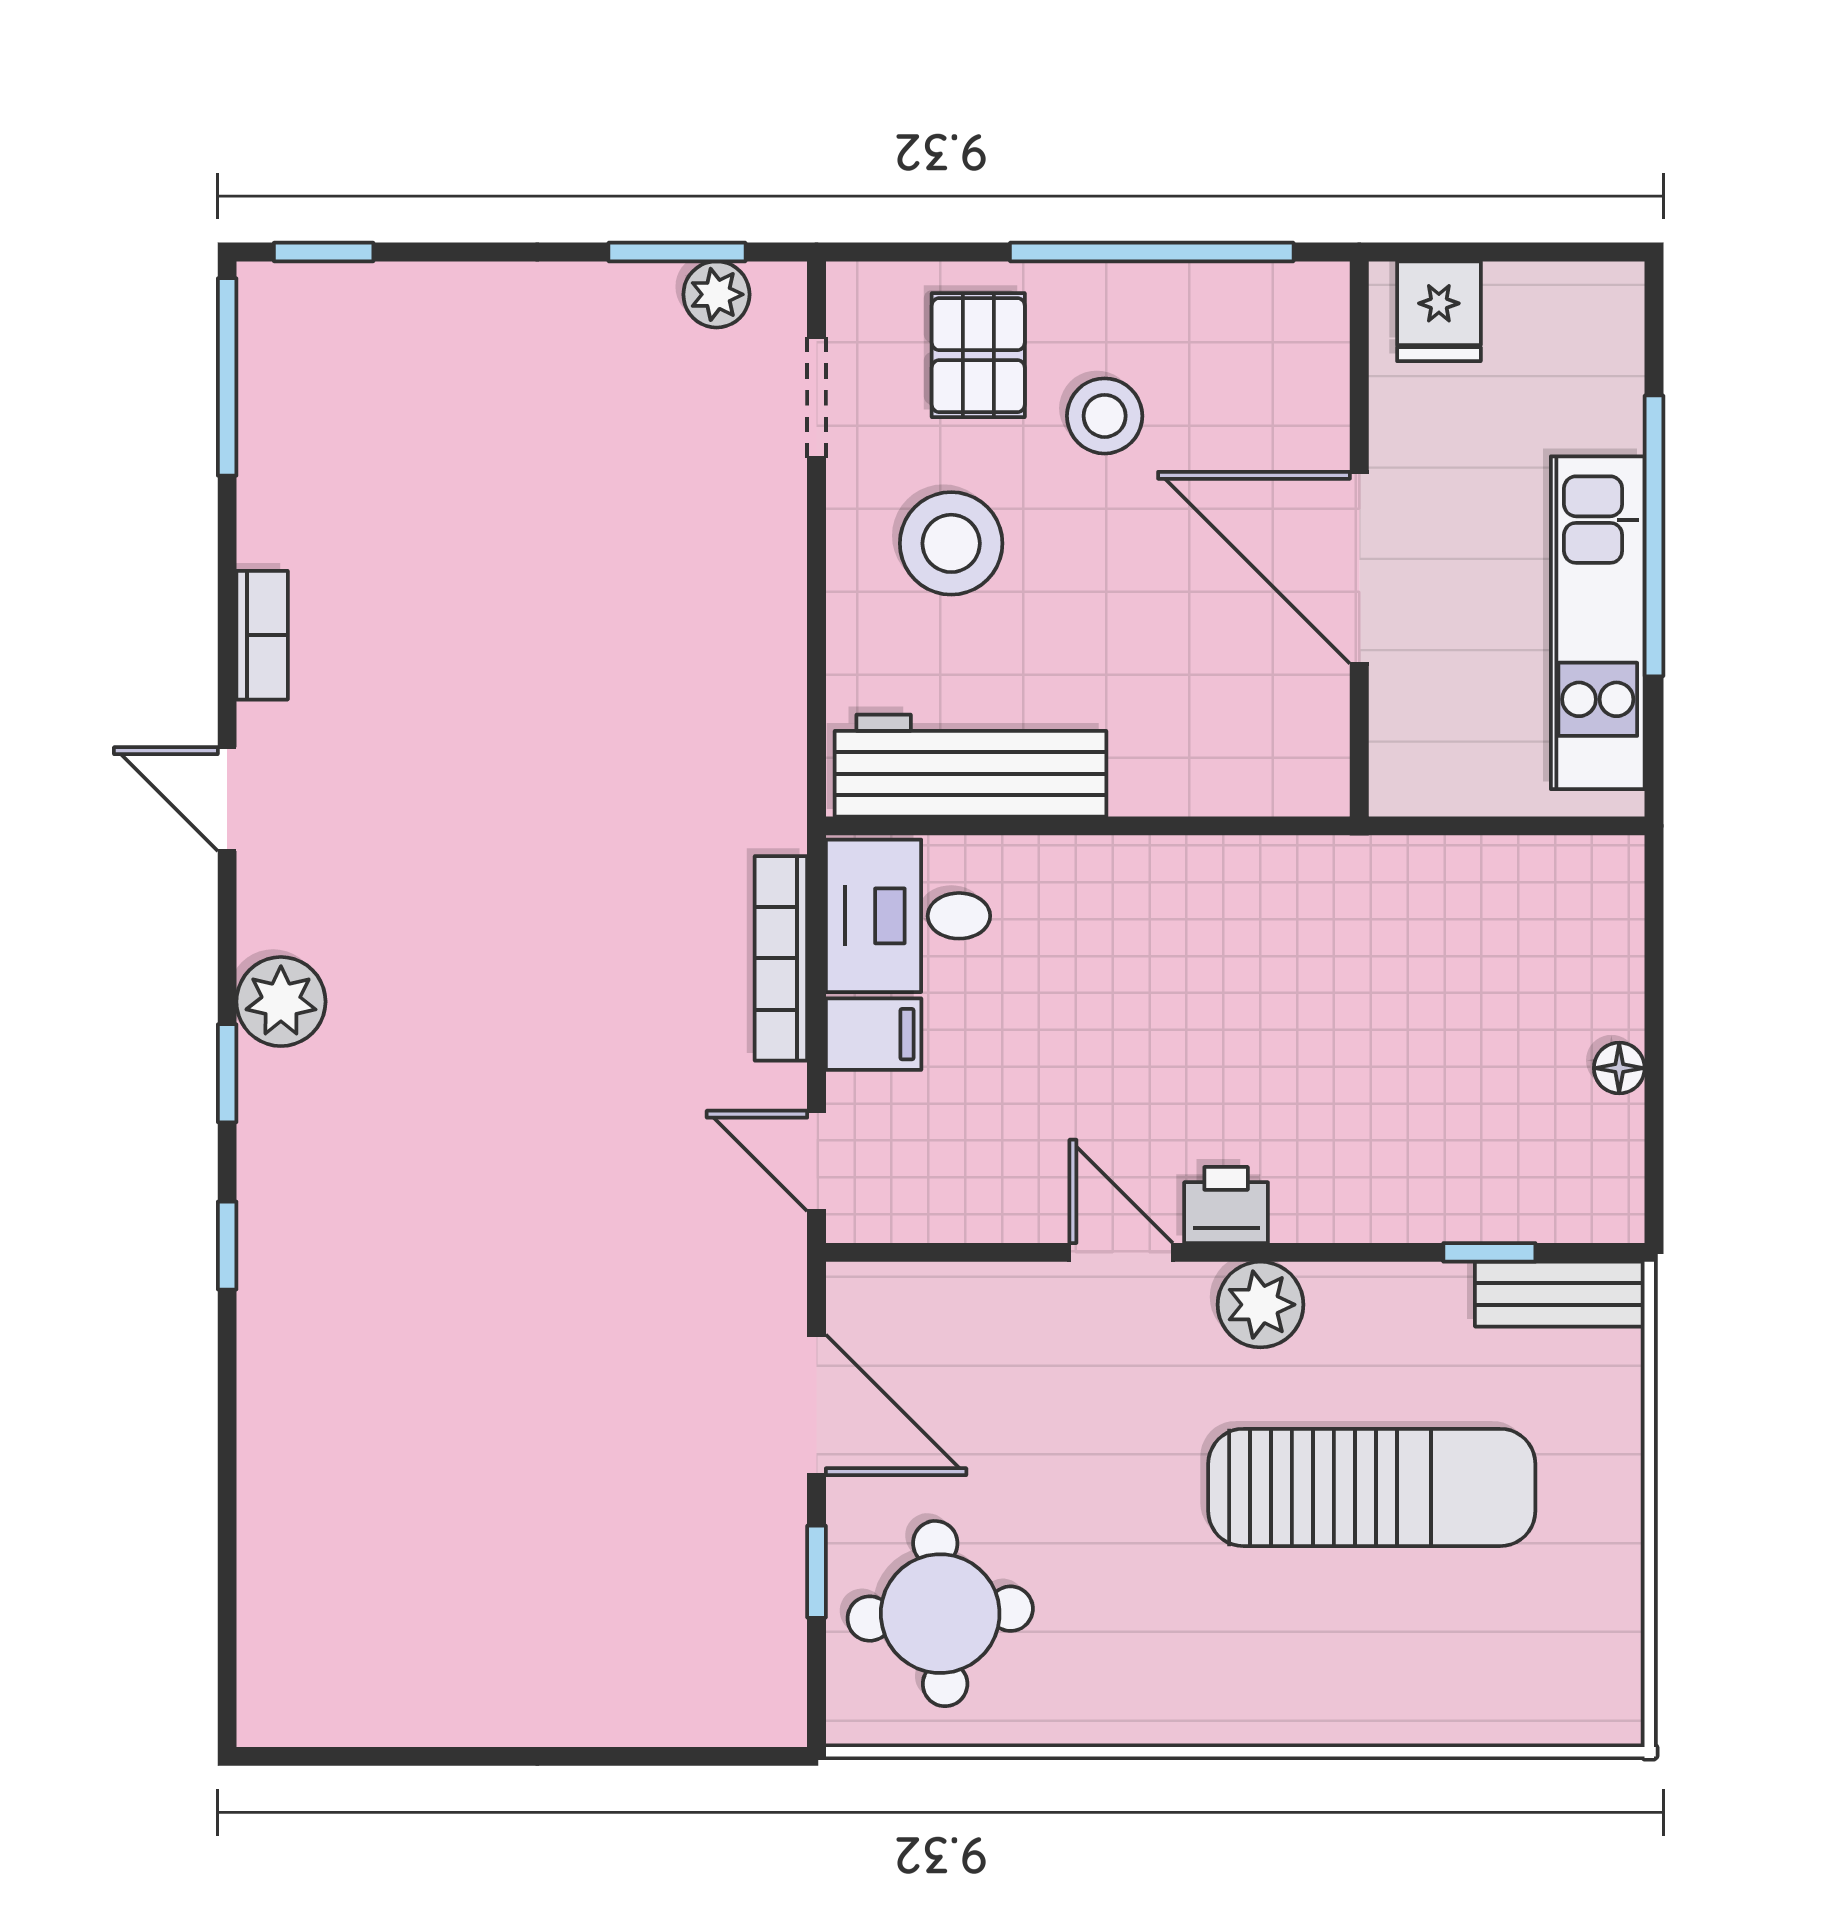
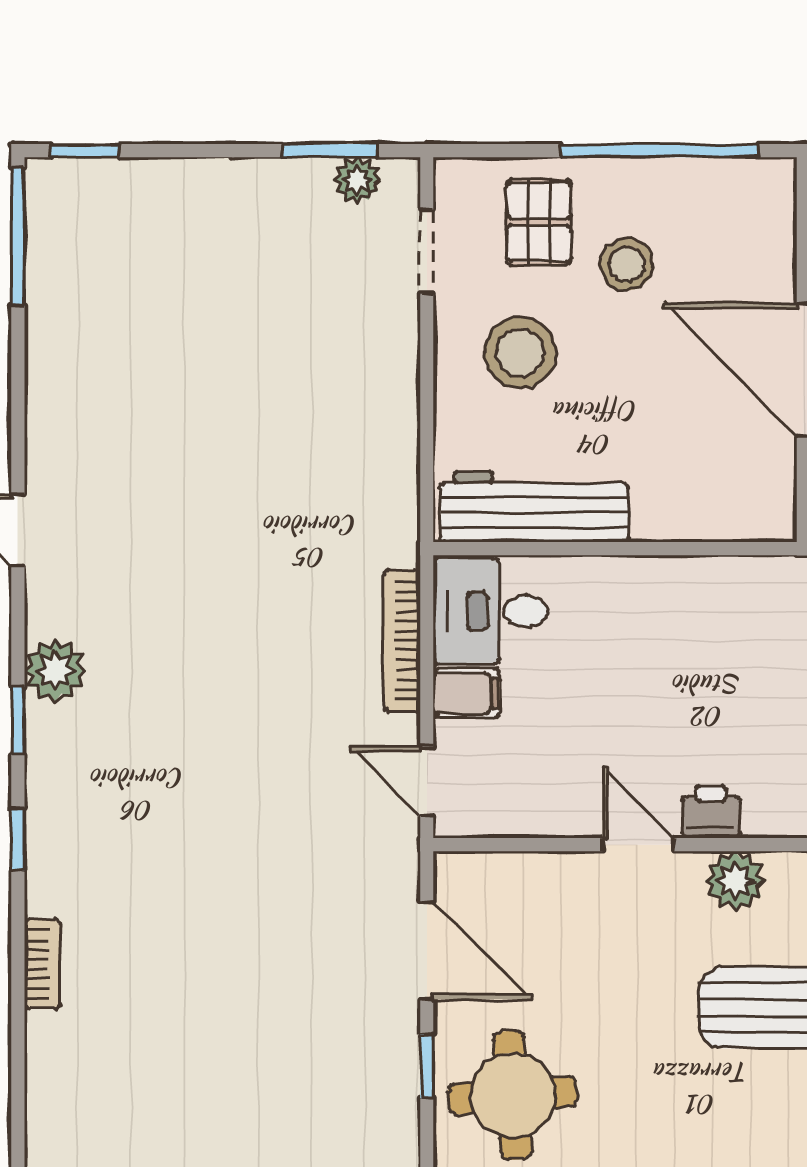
bookcase: (262, 635) -> (42, 964), moved

